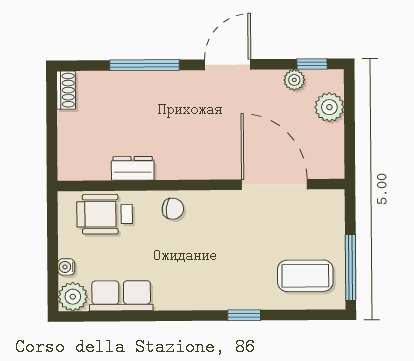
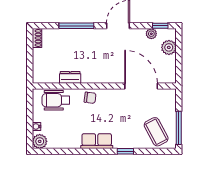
coffee table: (305, 276) -> (156, 132), turned 62
row of seats: (121, 296) -> (97, 141), moved

